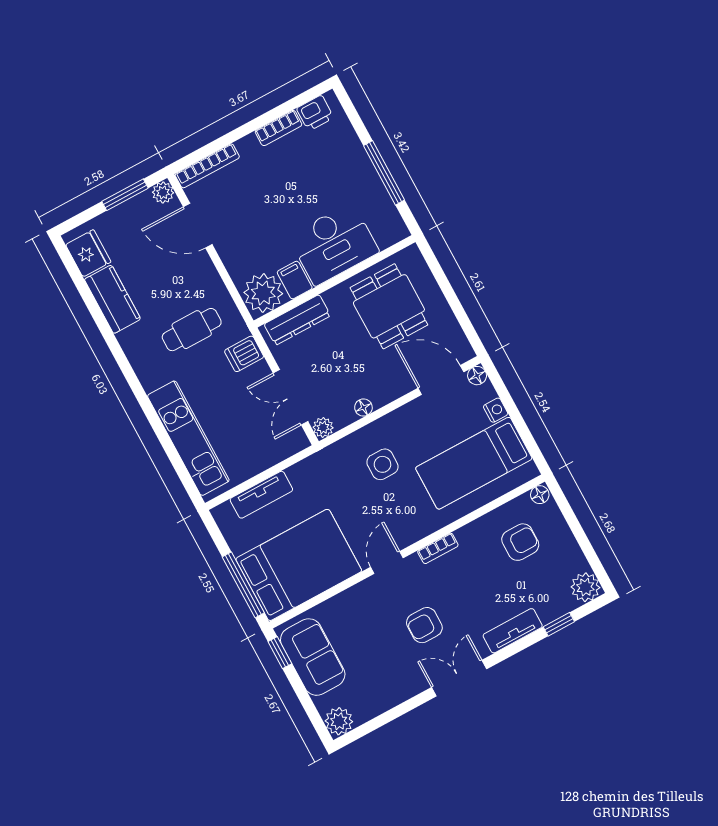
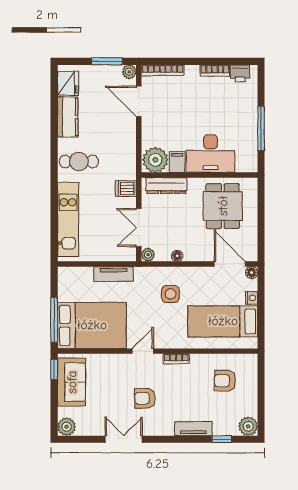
cafe table: (192, 330) -> (79, 161), moved
tv unit: (261, 495) -> (114, 274), moved
floor lamp: (540, 495) -> (251, 360), removed
armchair: (520, 542) -> (225, 381), turned 180
double door: (459, 678) -> (124, 439), moved

